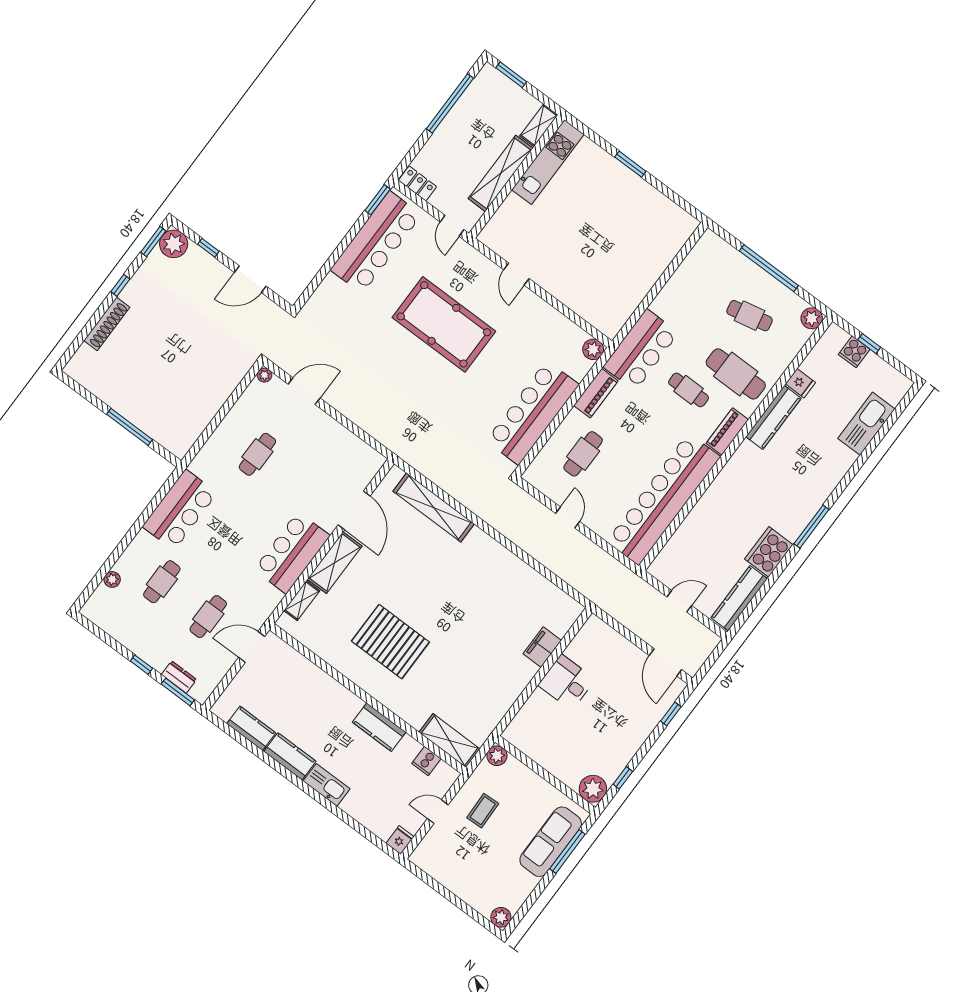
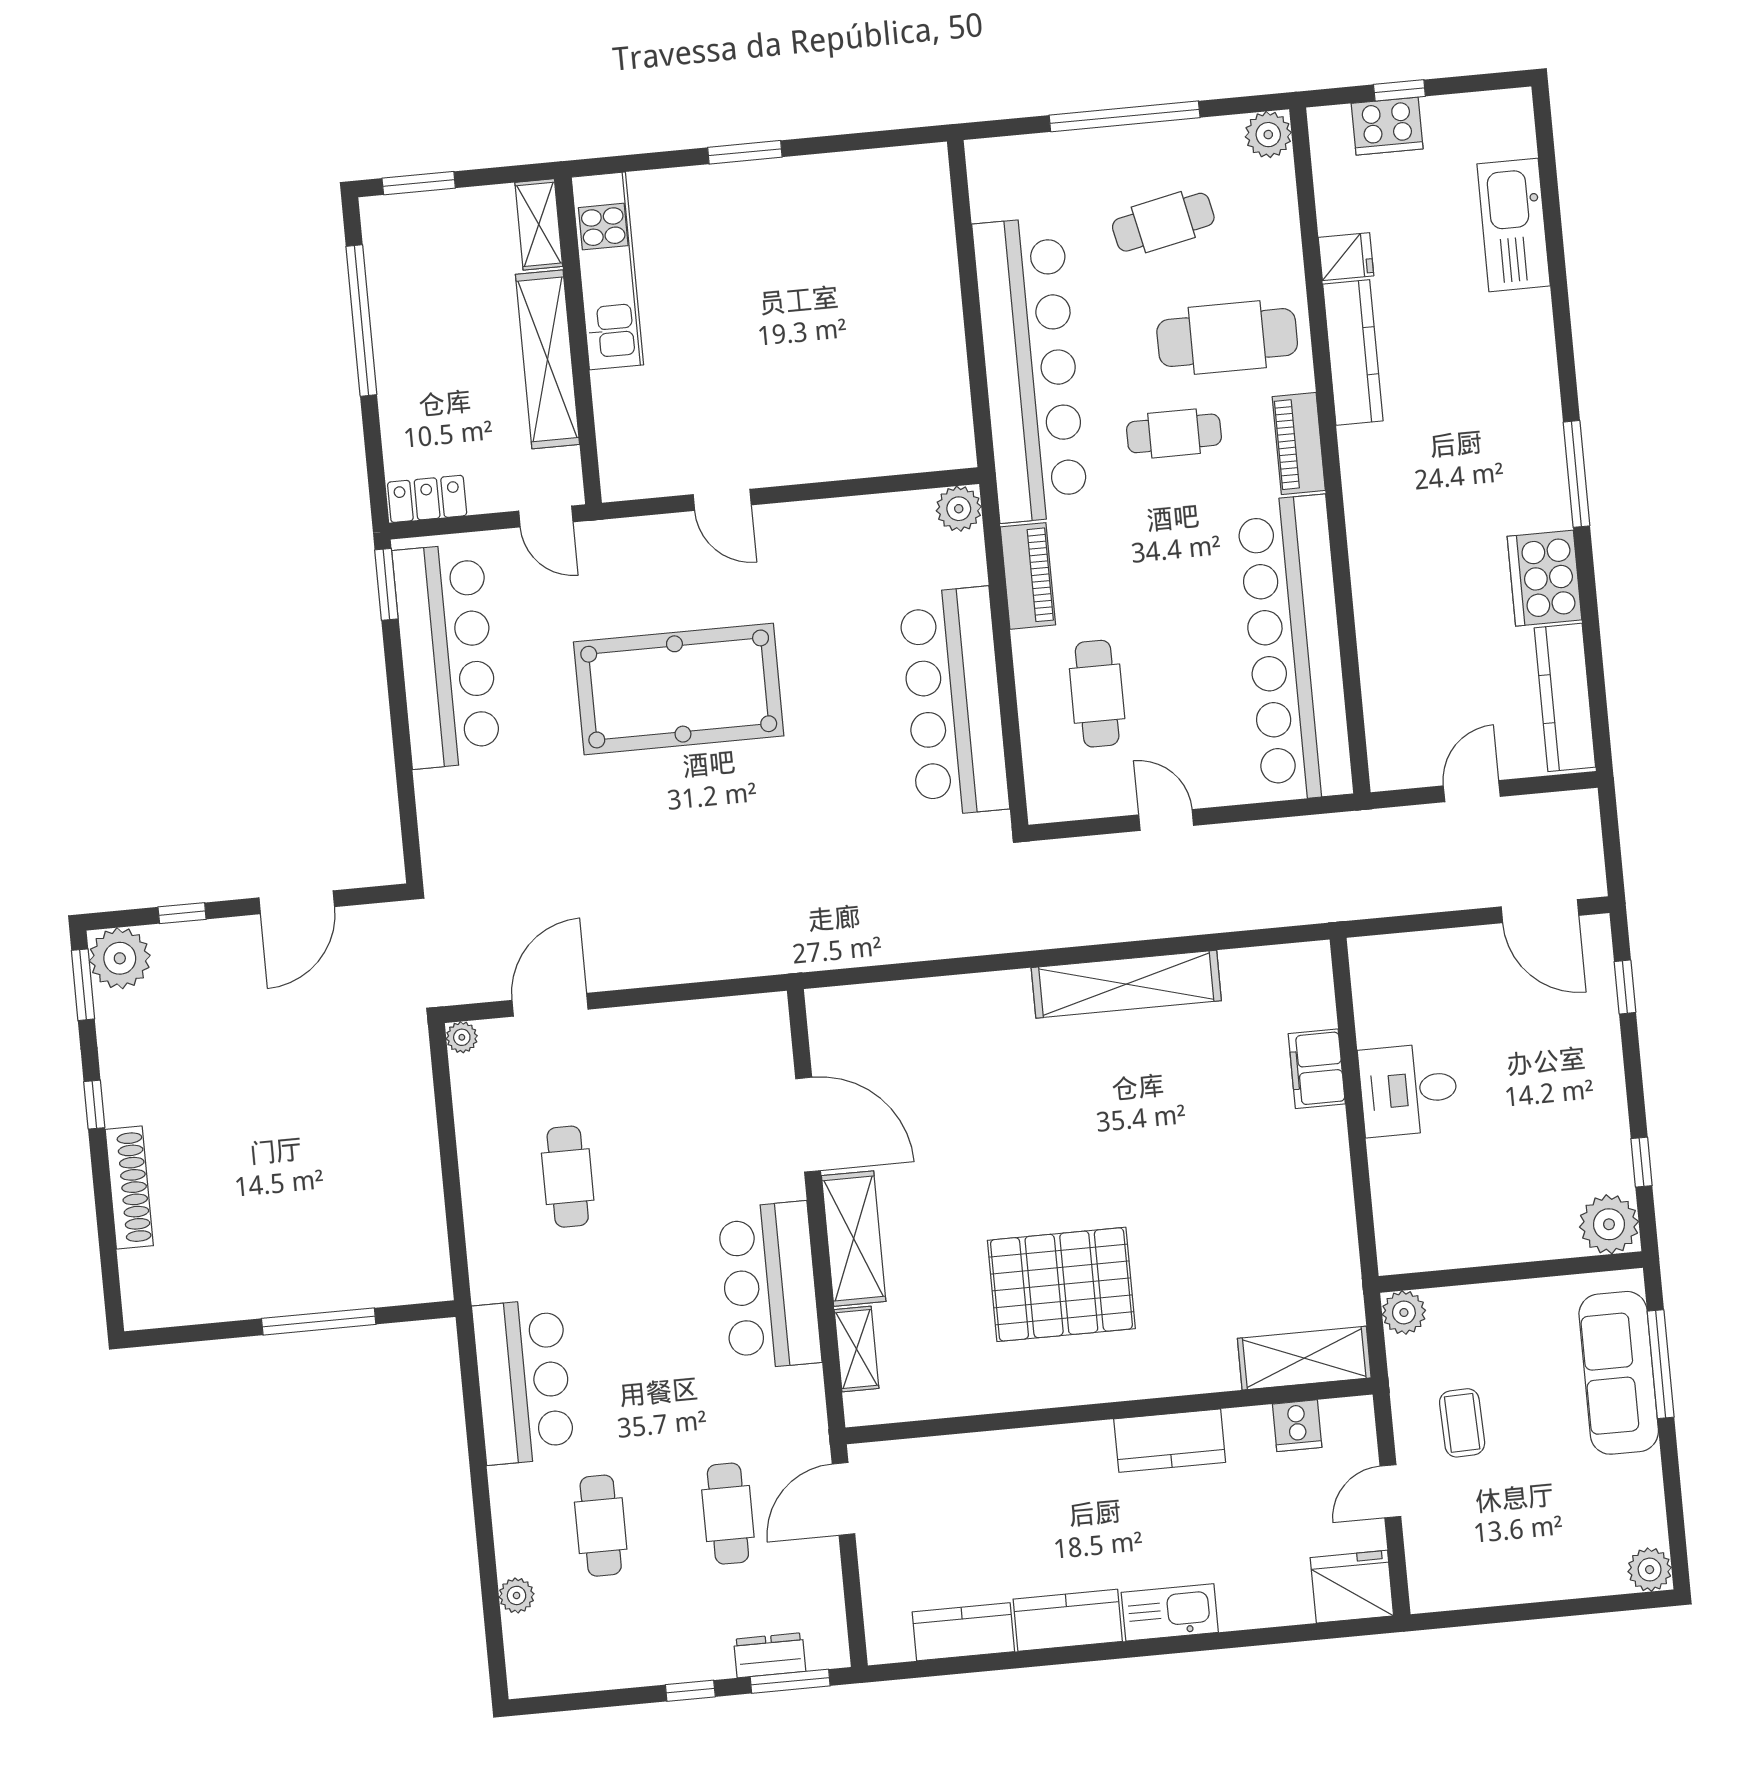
bar counter: (641, 350) -> (1030, 370), width x1.86
cooker: (854, 352) -> (1387, 126), width x1.36
shelving: (434, 508) -> (1126, 984), moved
fridge: (400, 840) -> (1352, 1587), width x1.88, depth x1.34

